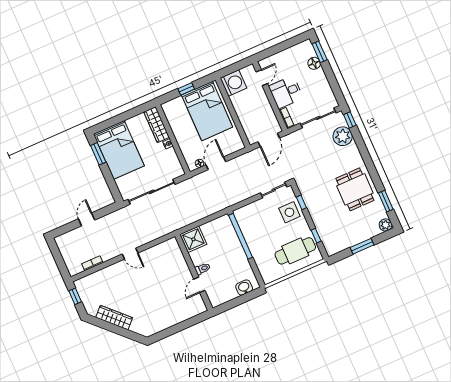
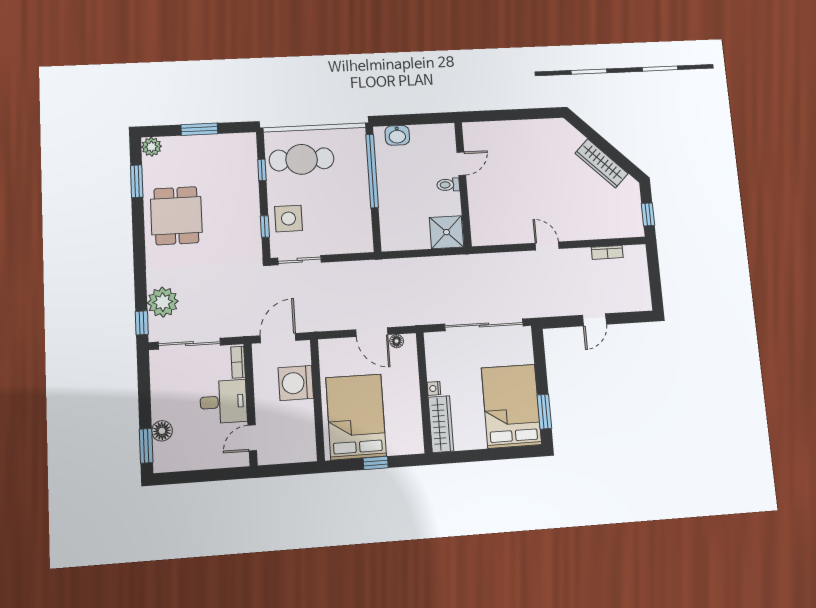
washing machine: (233, 83) -> (296, 383), moved
door: (216, 163) -> (372, 332), hinge flipped
window: (241, 236) -> (372, 171), moved

